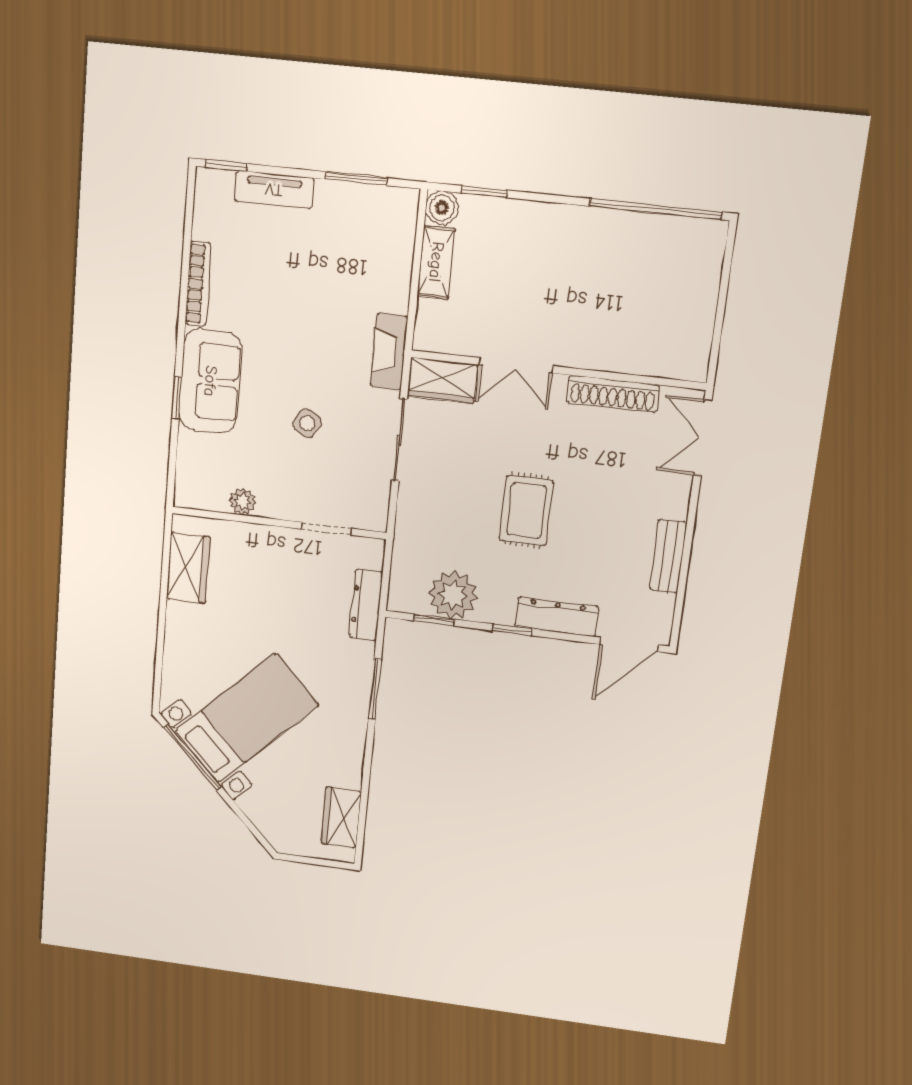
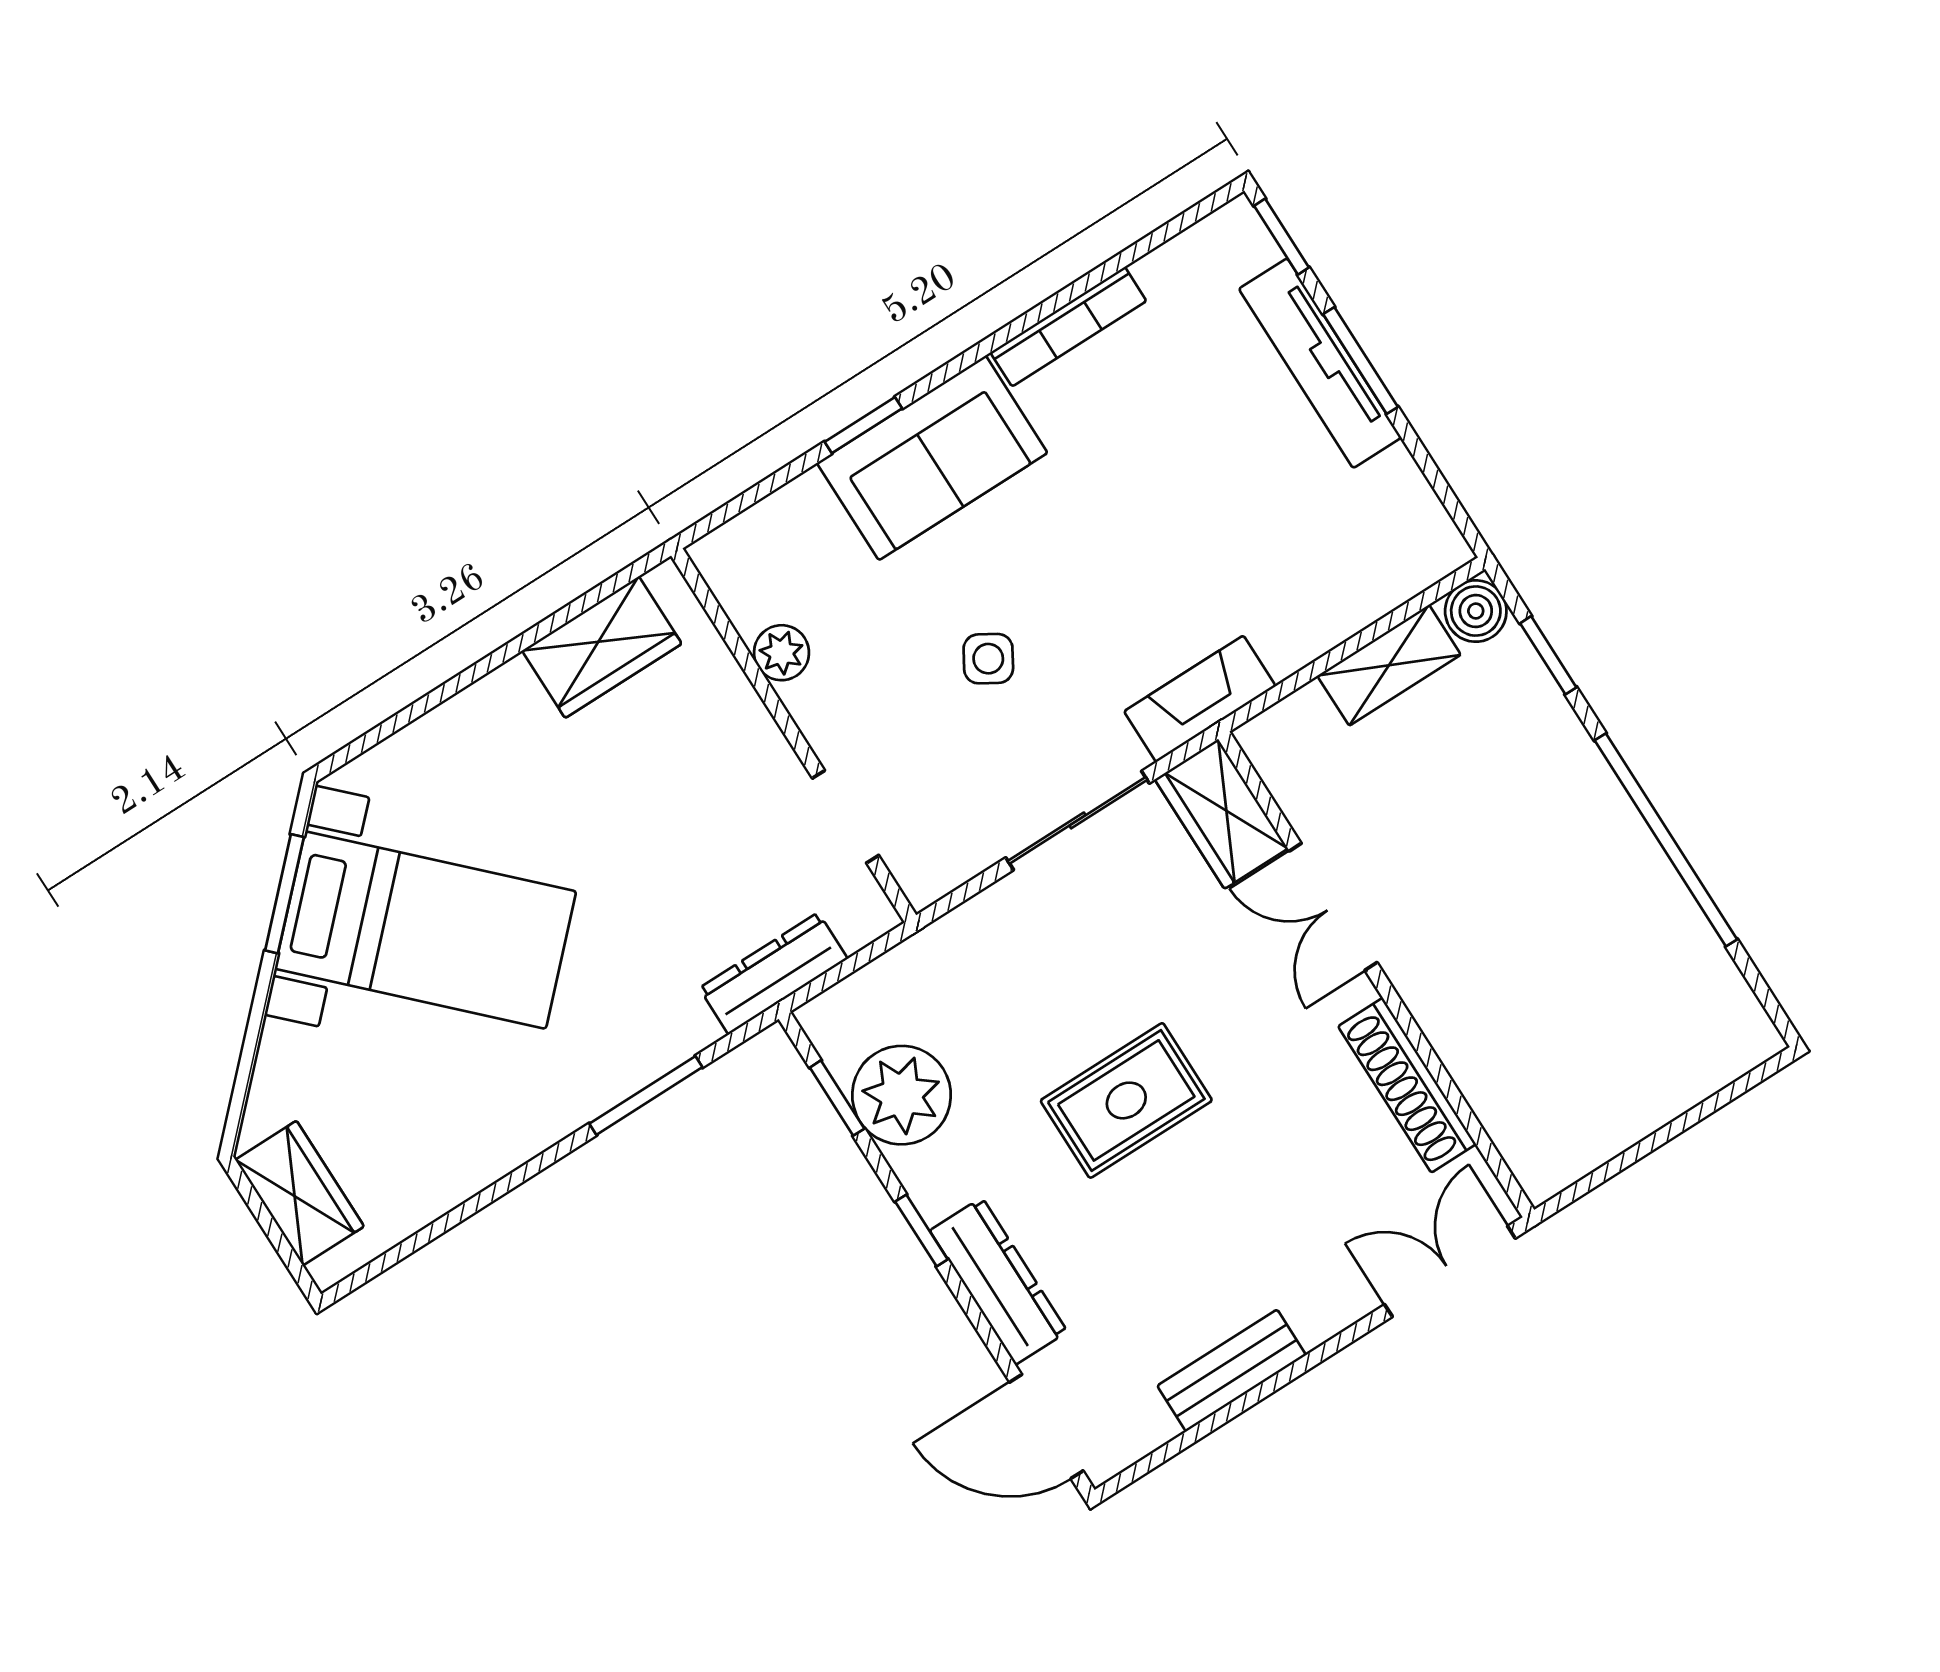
window: (356, 179) -> (1360, 361), moved
tv unit: (274, 189) -> (1320, 363), width x1.41
window: (656, 209) -> (1666, 840), moved
window: (193, 757) -> (284, 894), width x0.69
wardrobe: (341, 817) -> (300, 1193), moved, turned 90

